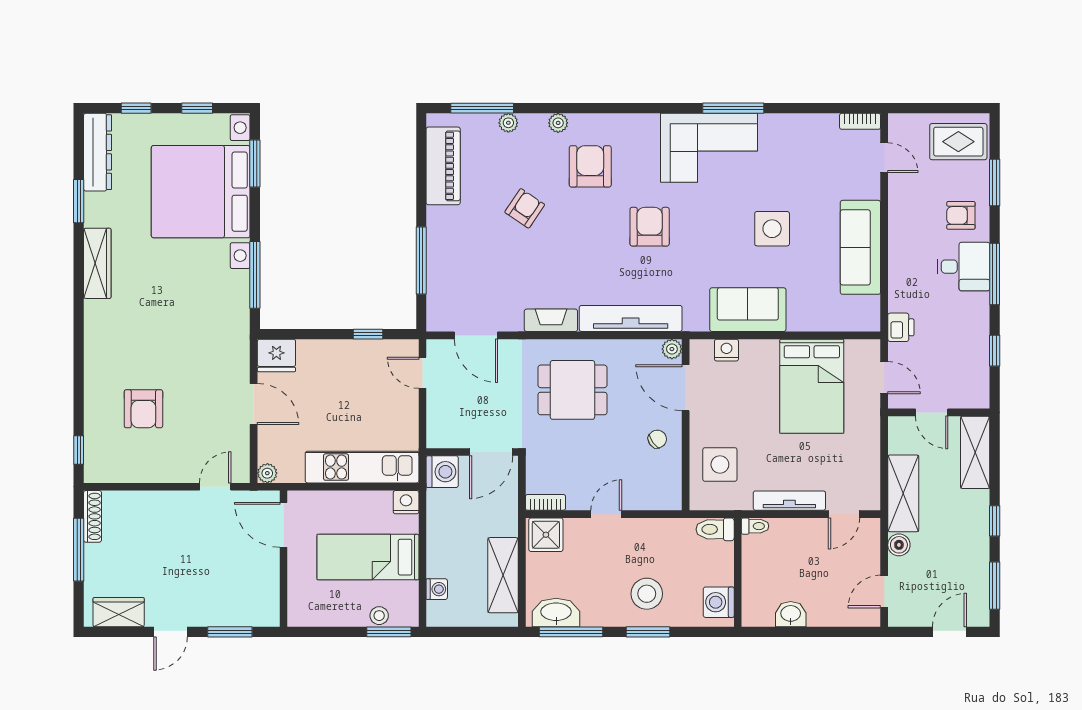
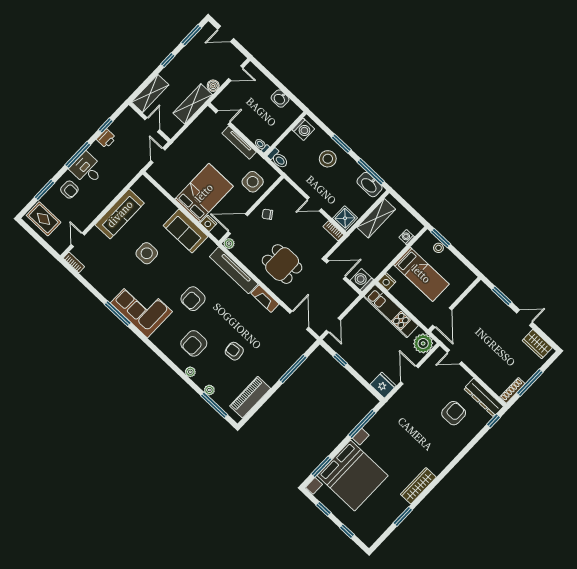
dresser: (98, 152) -> (484, 398), moved, turned -90
armchair: (525, 208) -> (234, 351), turned 50
printer: (901, 327) -> (106, 139), moved, turned 180
bed: (812, 386) -> (204, 193), moved
door: (686, 388) -> (238, 224), swing flipped
plant: (267, 473) -> (423, 343), width x1.87, depth x1.87

